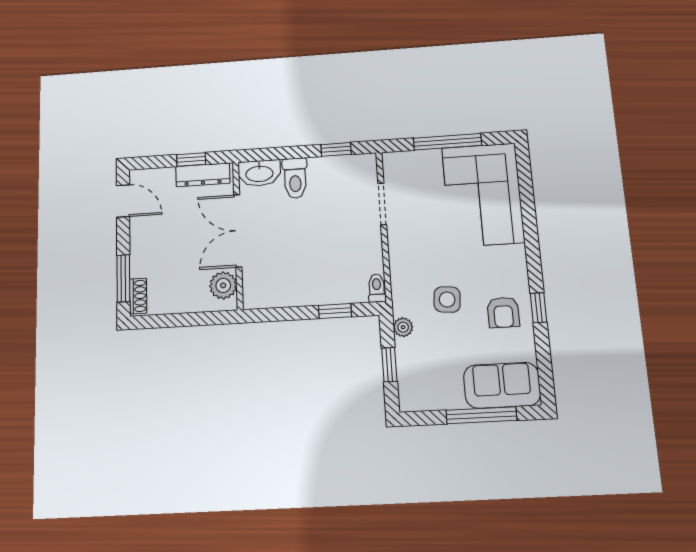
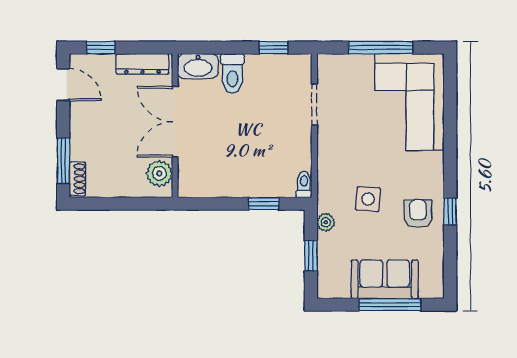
window: (191, 159) -> (101, 48), moved
armchair: (503, 312) -> (418, 214), turned 180
sofa: (502, 385) -> (385, 279), moved

